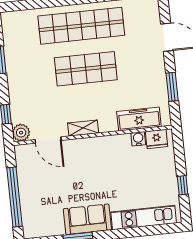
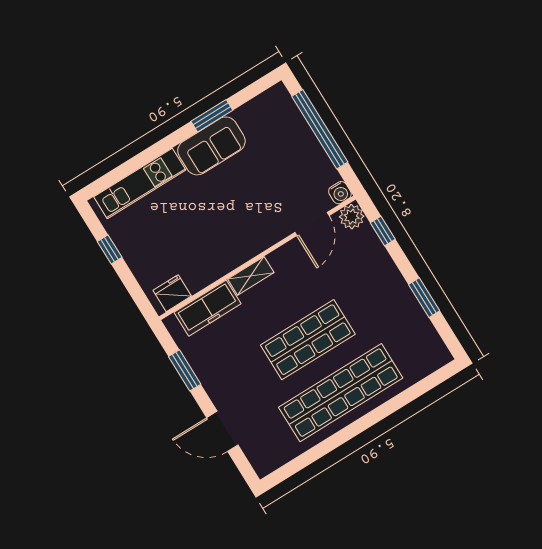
shelving: (83, 128) -> (251, 276), moved
water cooler: (138, 139) -> (340, 193), moved
door: (48, 140) -> (312, 224), swing flipped

